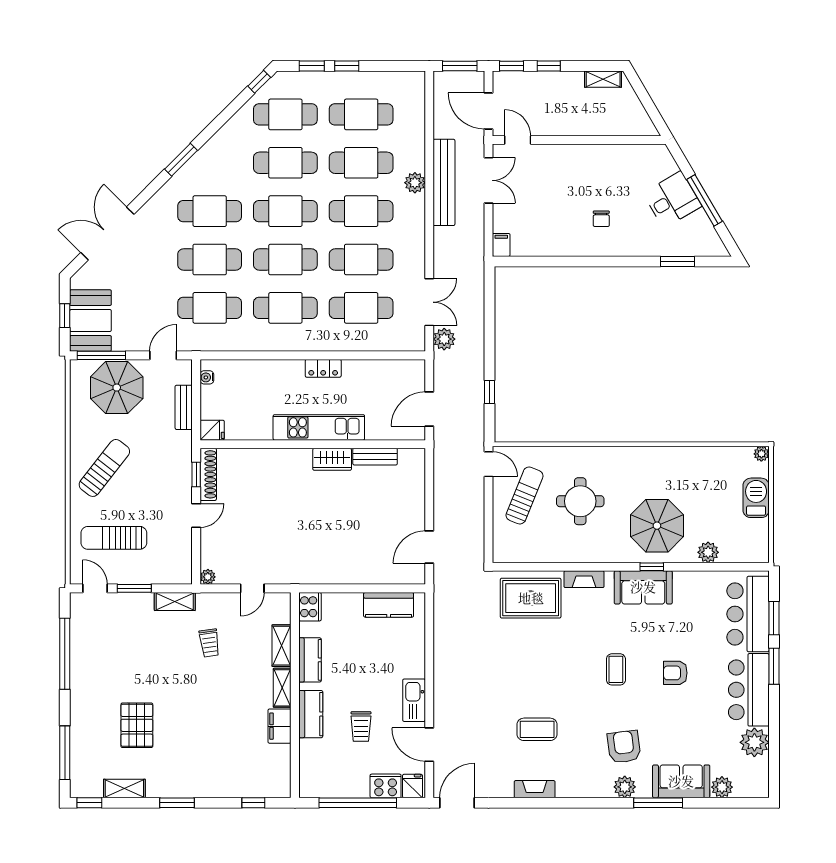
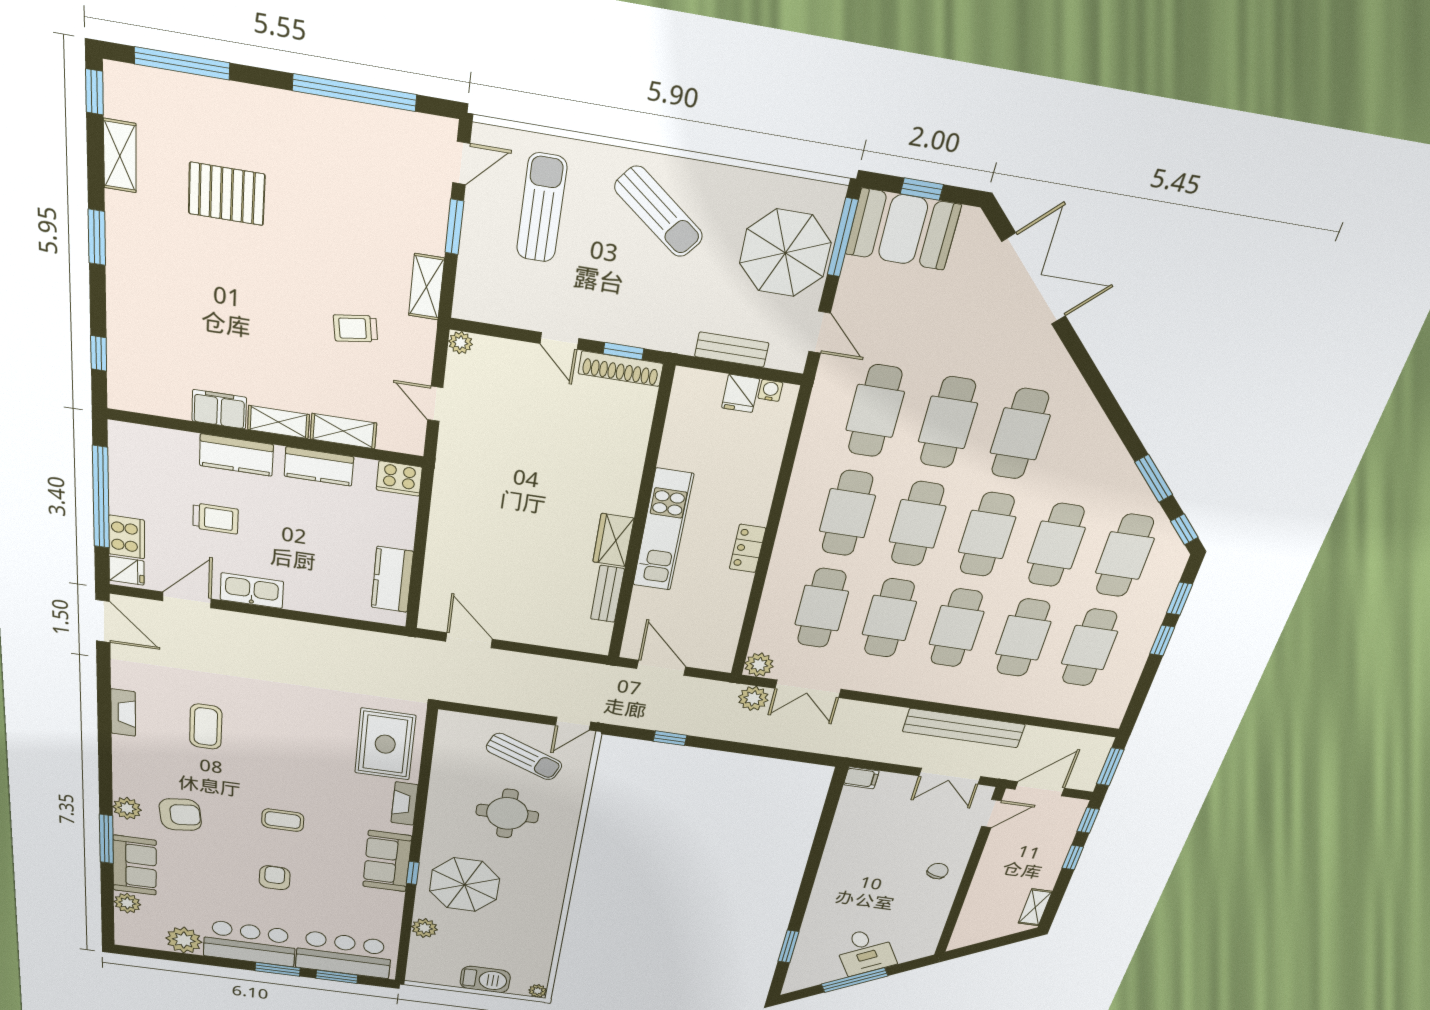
window: (181, 160) -> (1154, 478), moved
plant: (415, 183) -> (759, 665), moved
chair: (601, 219) -> (938, 871), moved, turned 106
fridge: (212, 430) -> (741, 393), moved
trolley: (361, 727) -> (215, 519), turned 180

